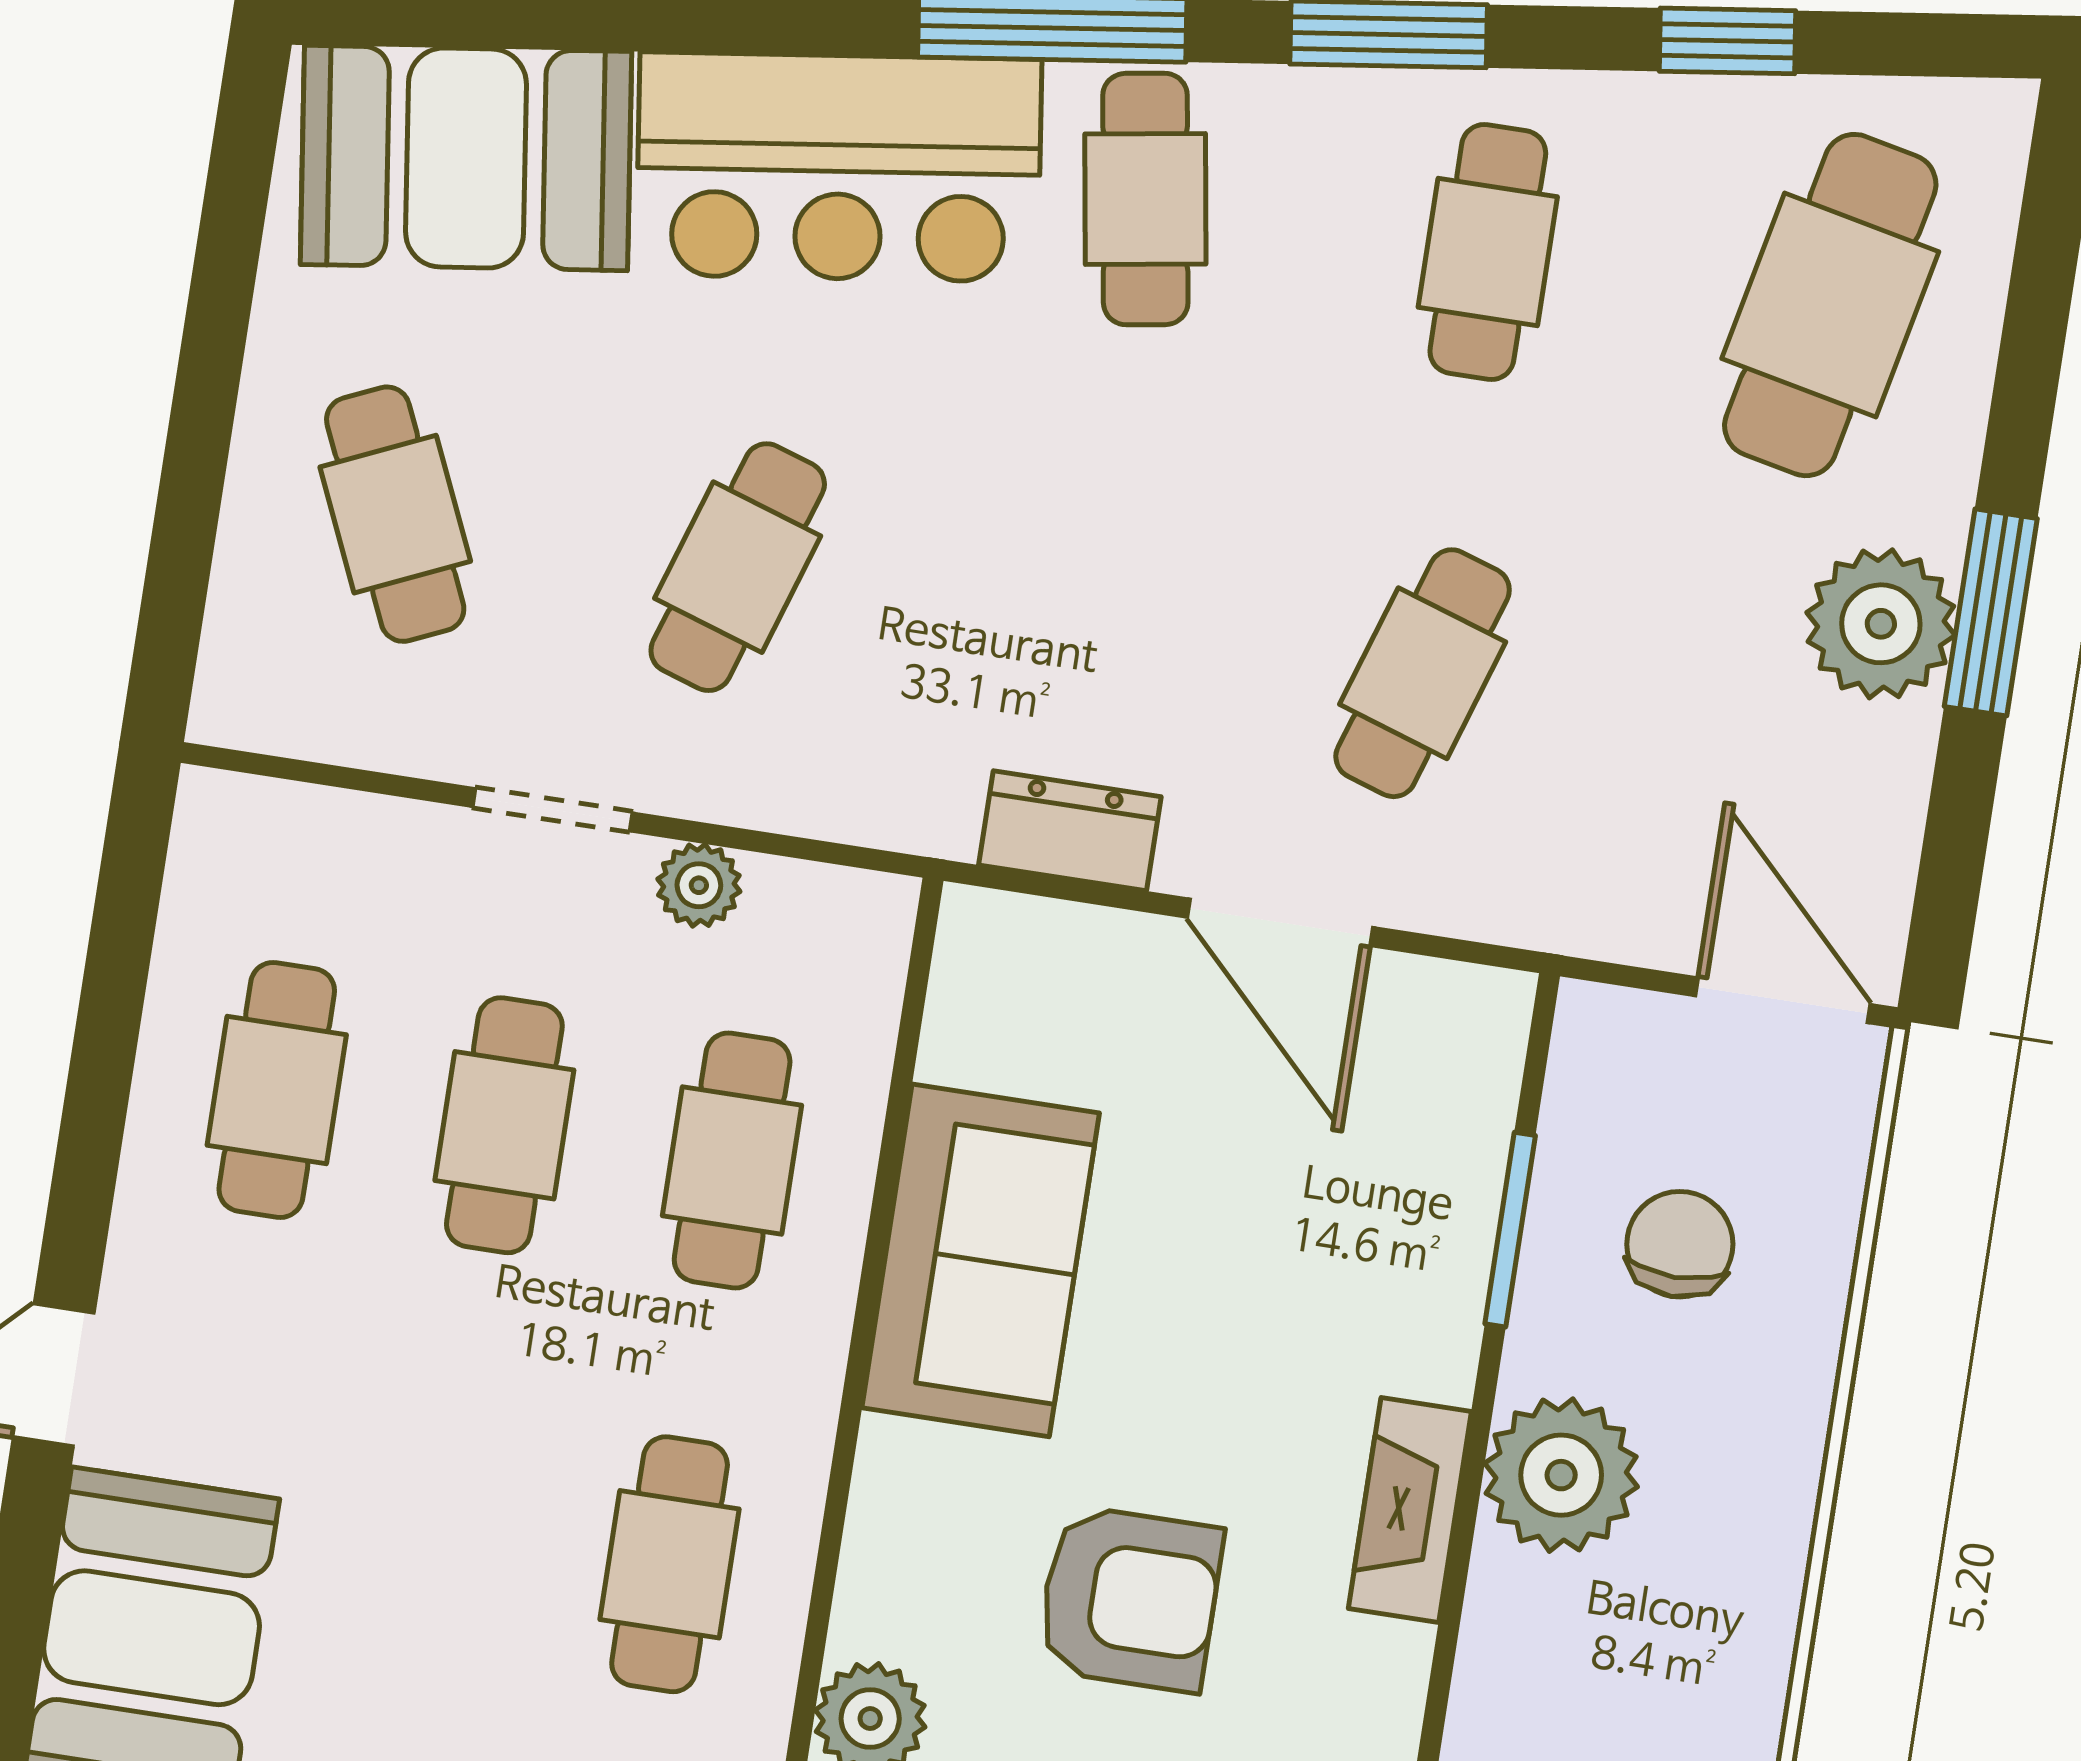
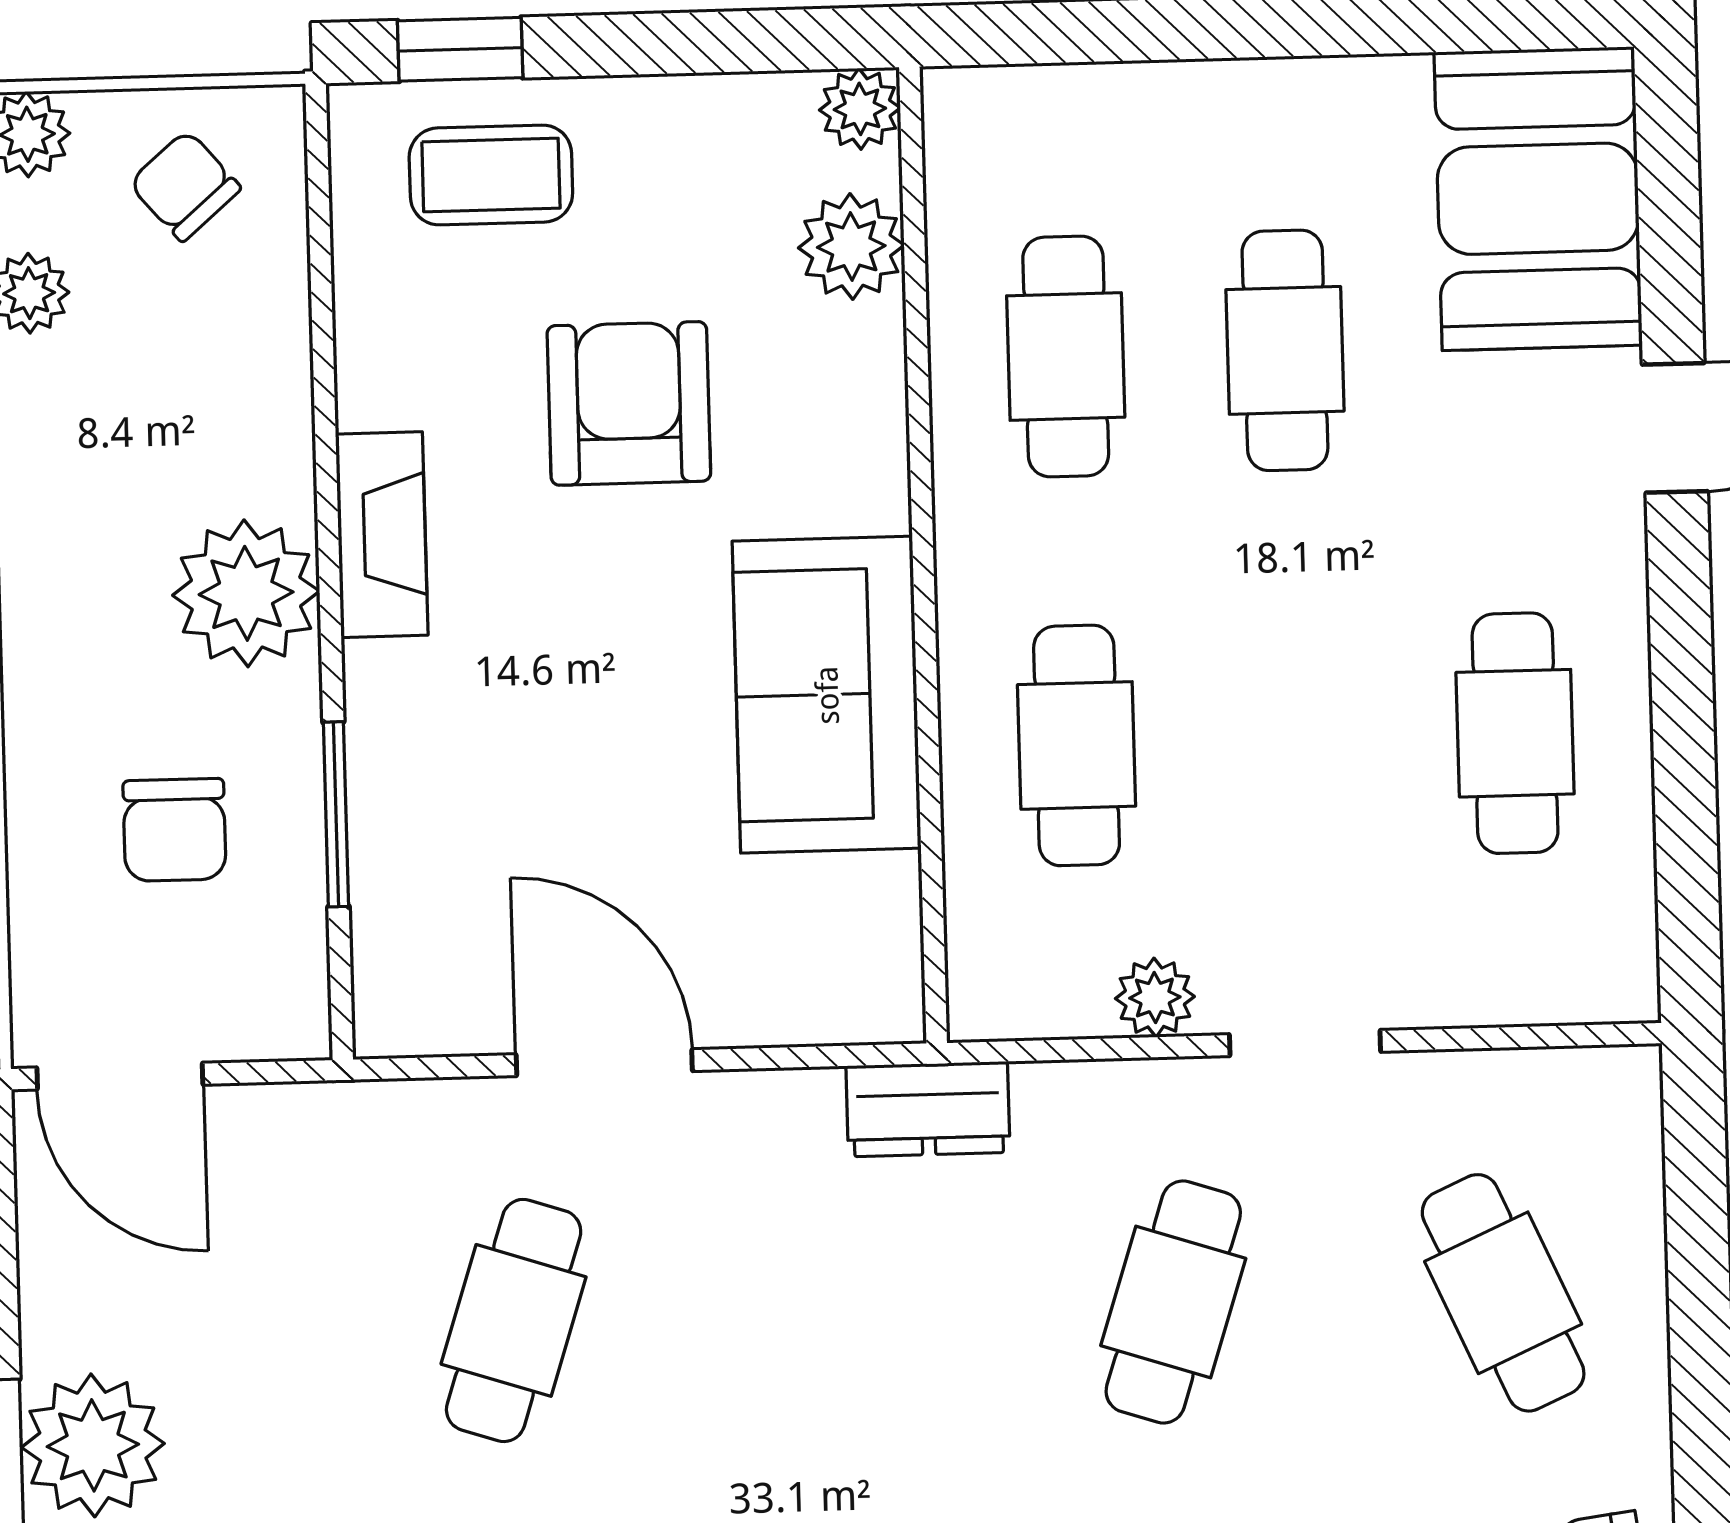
dresser: (1070, 831) -> (928, 1109), moved
cafe table: (504, 1125) -> (1285, 350), moved
armchair: (1130, 1599) -> (629, 403), turned 90

